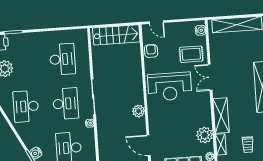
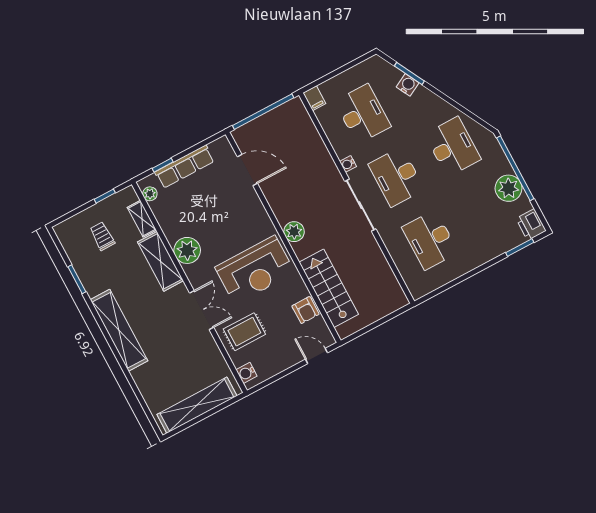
stairs: (116, 35) -> (329, 288), moved, turned 90
reception desk: (170, 87) -> (255, 270), turned 180
plant: (139, 111) -> (294, 232), moved
plant: (205, 135) -> (187, 250), moved

